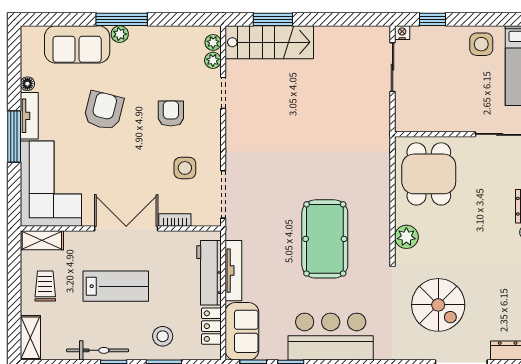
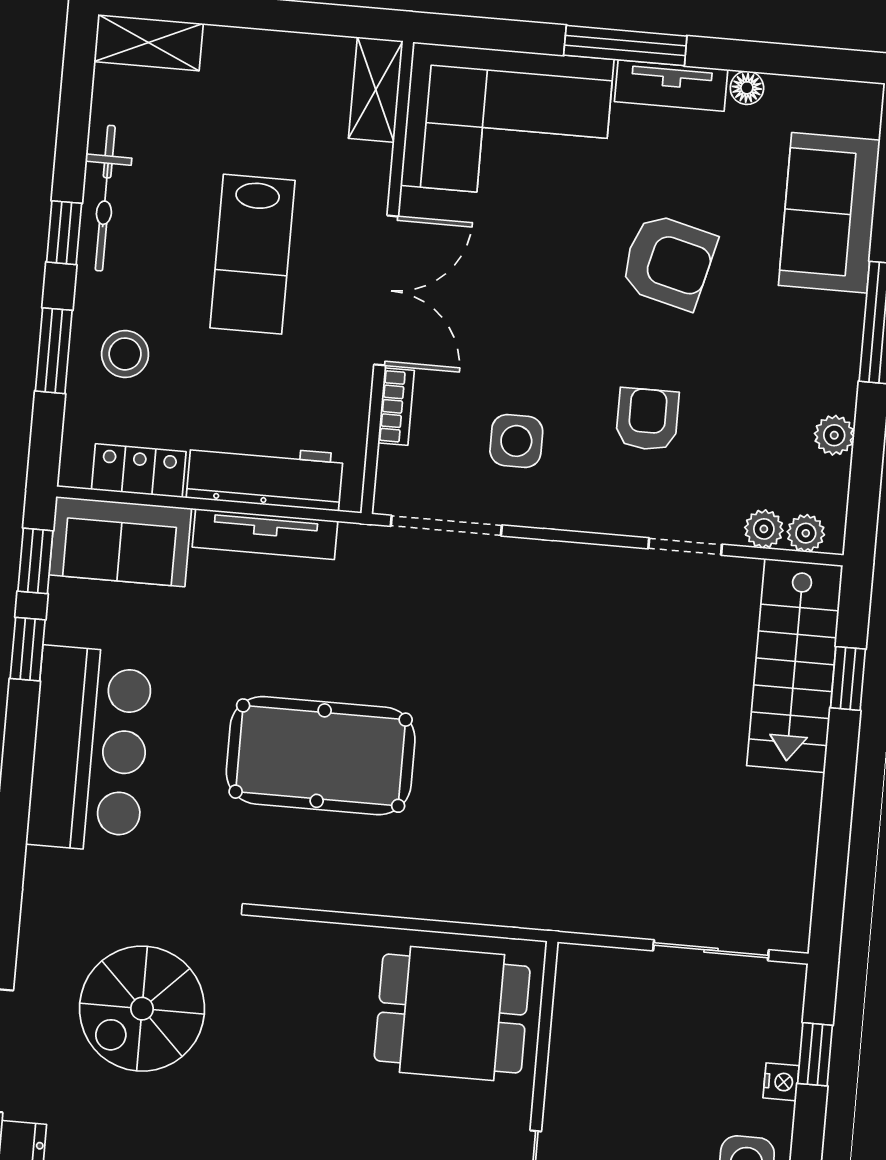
window: (273, 19) -> (848, 678), width x0.67
nightstand: (402, 33) -> (781, 1082), moved
plant: (120, 34) -> (834, 435), moved
armchair: (171, 114) -> (647, 419), turned -90
plant: (406, 237) -> (309, 948), removed
trolley: (45, 286) -> (267, 88), removed

